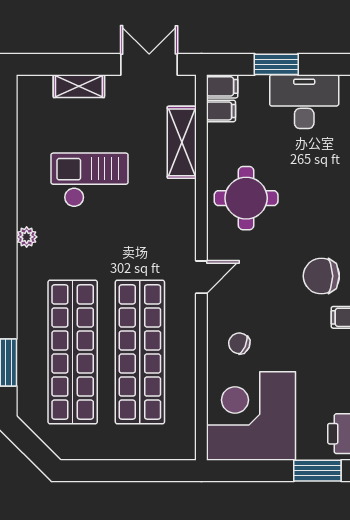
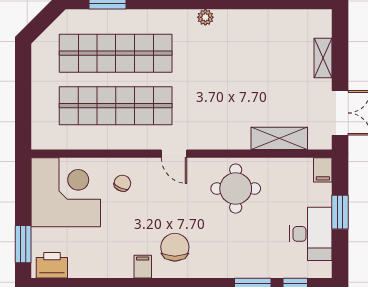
filing cabinet: (221, 111) -> (304, 169), removed
checkout: (90, 180) -> (250, 66), removed

